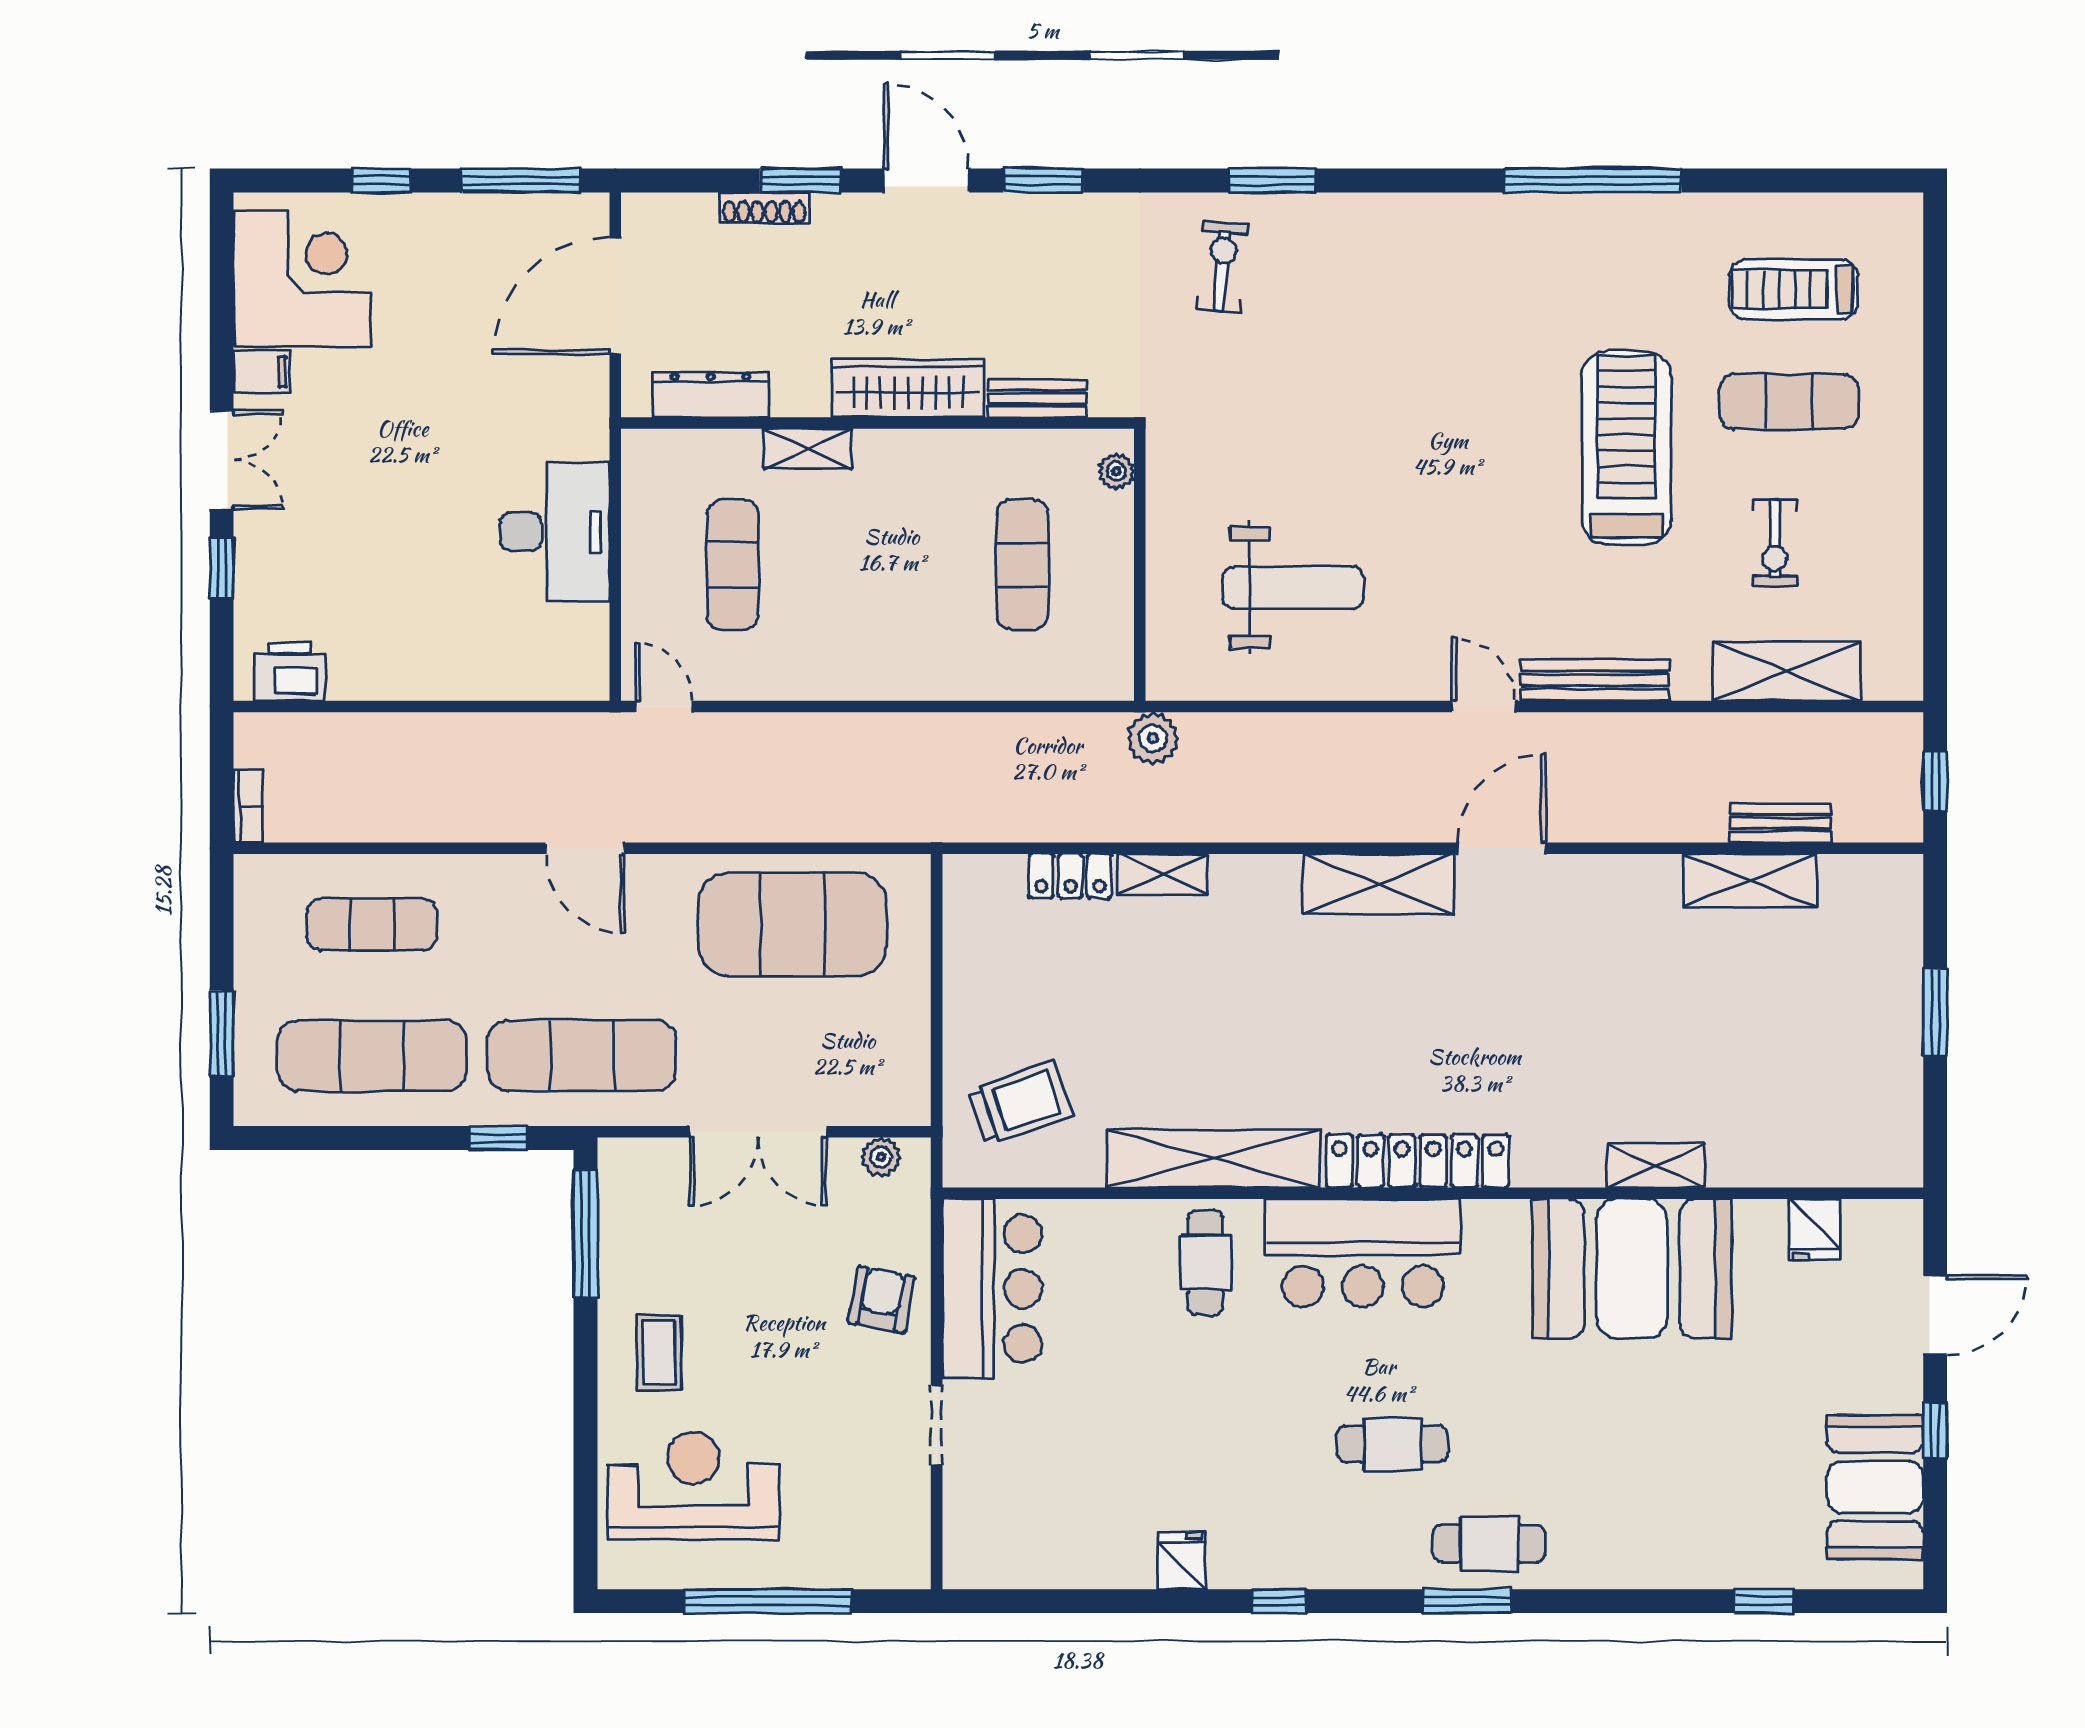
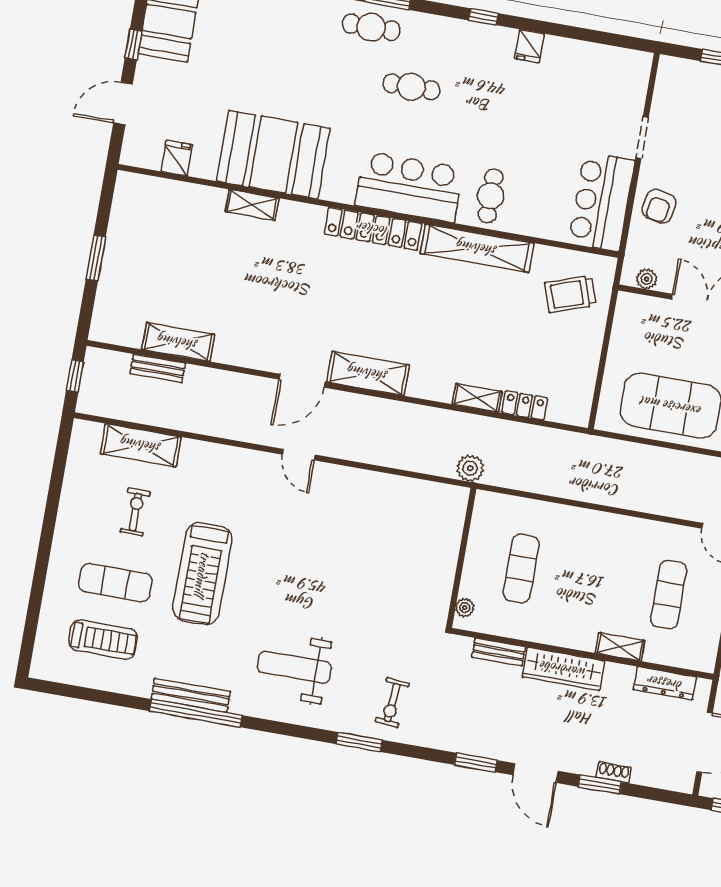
shoe rack: (764, 208) -> (614, 772), width x0.70
weight bench: (1293, 588) -> (294, 667), moved
bench: (1595, 680) -> (191, 695), moved

